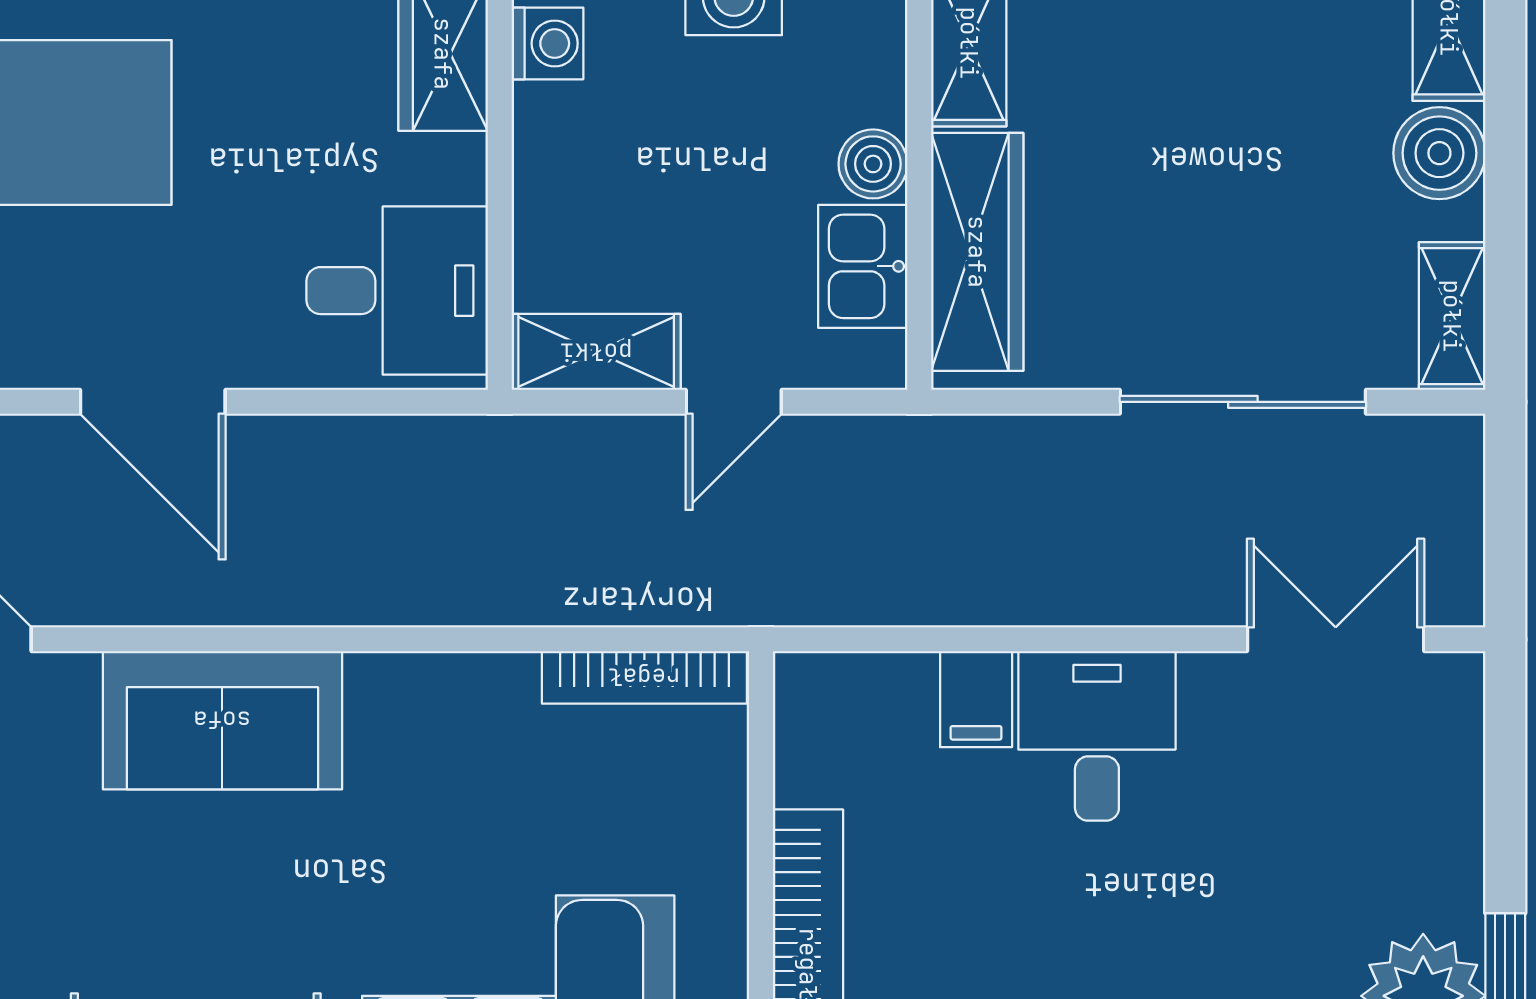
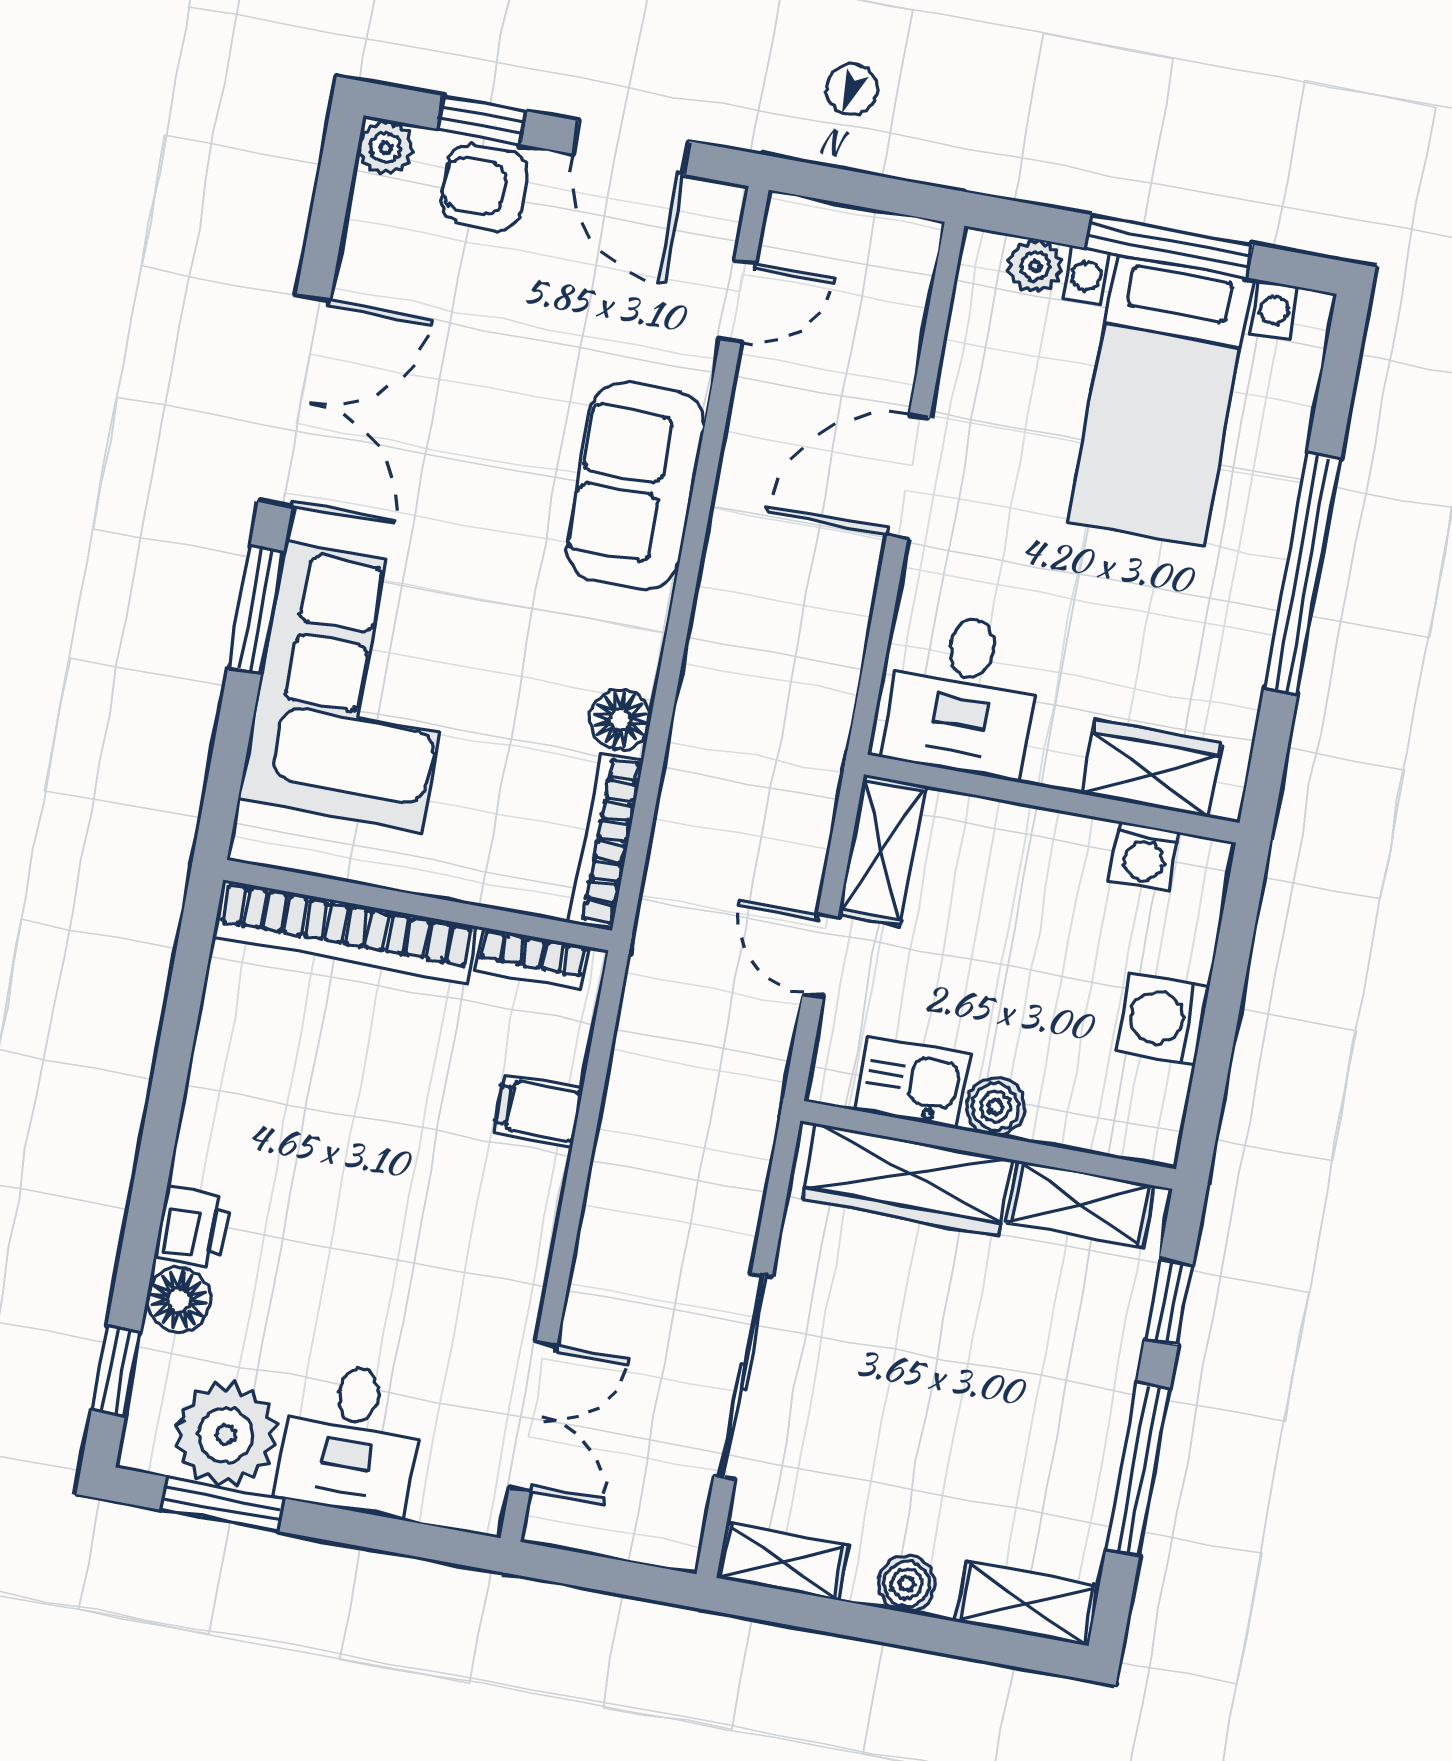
boiler: (1439, 153) -> (907, 1584), width x0.73, depth x0.73
floor lamp: (499, 687) -> (620, 719), added
desk: (1097, 736) -> (350, 1438), moved, turned 90
bookcase: (799, 739) -> (532, 958), added

